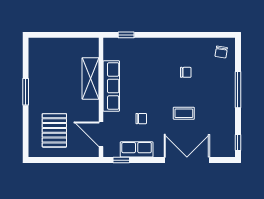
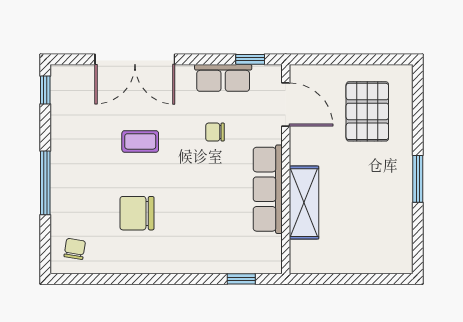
chair: (186, 72) -> (137, 213), width x1.87, depth x1.87

